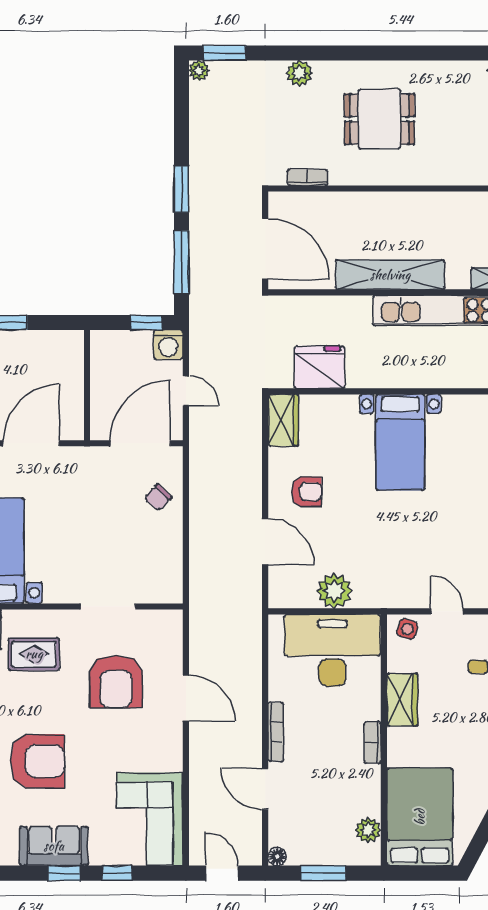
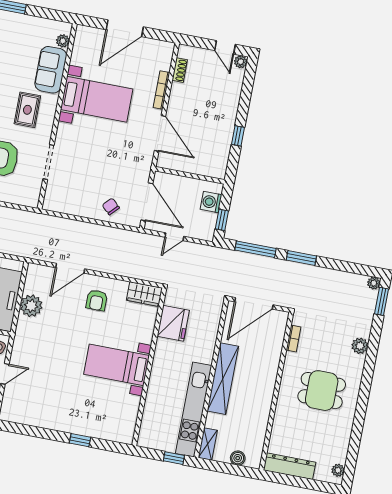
dining table: (379, 119) -> (322, 391), turned 90
washing machine: (168, 345) -> (211, 202), moved

